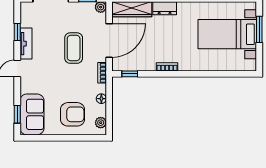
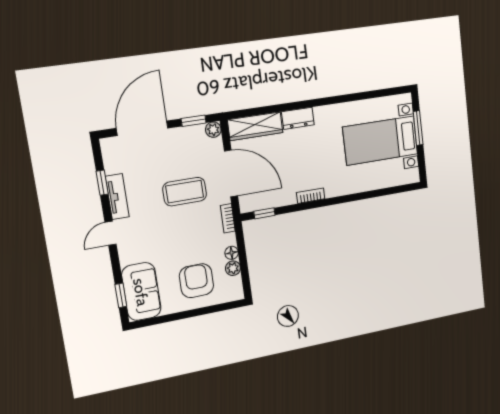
door: (109, 40) -> (231, 173), hinge flipped
coffee table: (74, 48) -> (185, 192), turned 90
armchair: (73, 114) -> (196, 281), turned -90
plant: (101, 123) -> (233, 268), moved

